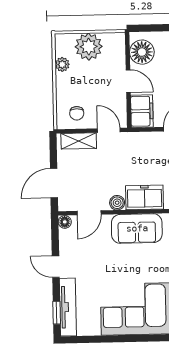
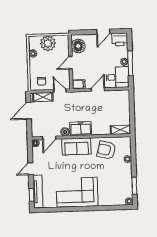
door: (128, 81) -> (71, 63), swing flipped
filing cabinet: (142, 111) -> (79, 84), width x0.50
door: (54, 183) -> (29, 111), moved
door: (56, 267) -> (31, 169), hinge flipped

